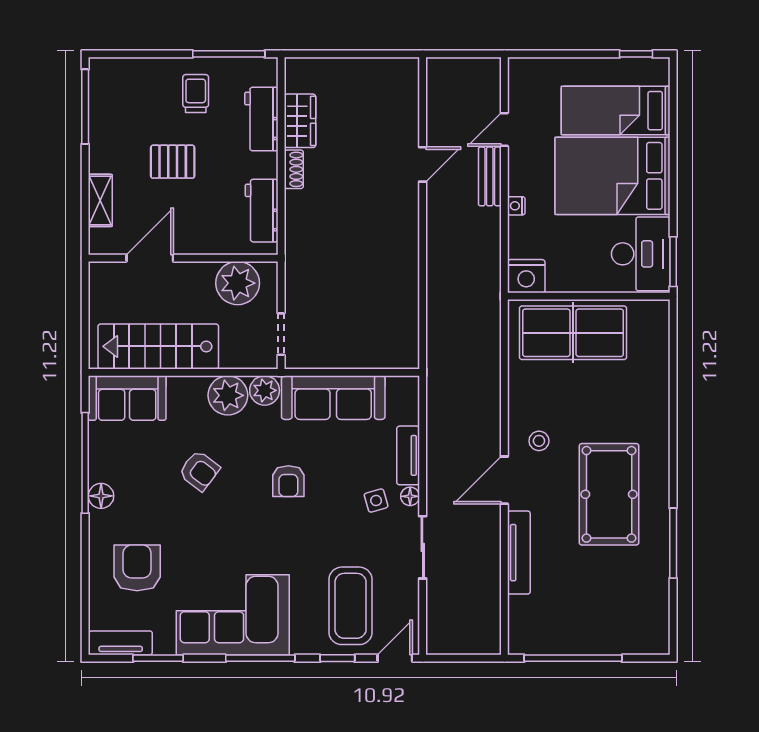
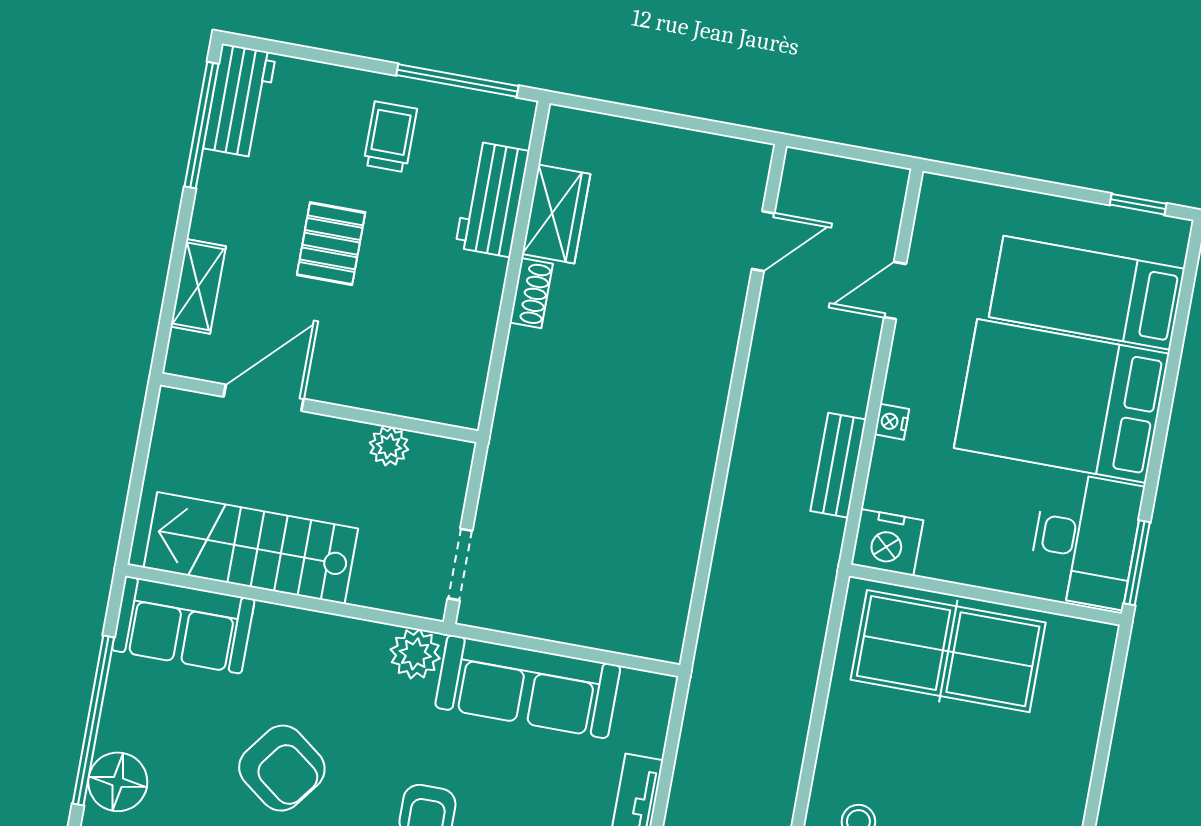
pallet: (173, 162) -> (331, 244), turned 90
door: (423, 164) -> (763, 241), moved
bench: (490, 176) -> (838, 465), moved
workbench: (262, 211) -> (240, 101), moved, turned 180
plant: (238, 283) -> (389, 446), width x0.53, depth x0.53
plant: (228, 395) -> (352, 651), removed
armchair: (199, 471) -> (282, 768), width x1.38, depth x1.38
floor lamp: (101, 496) -> (118, 782), width x1.38, depth x1.38

